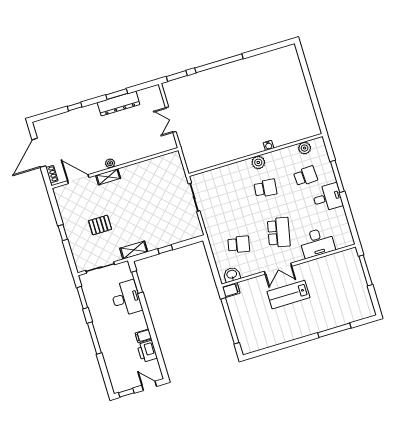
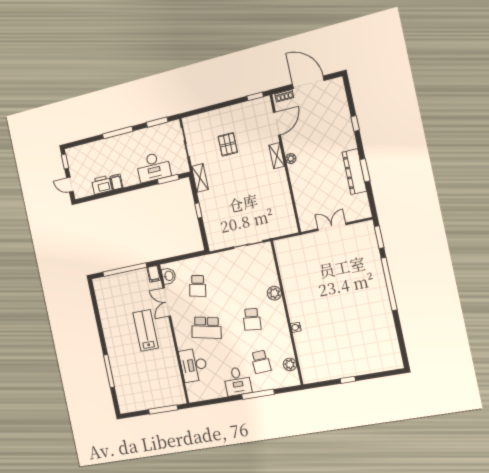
window: (312, 93) -> (348, 380), added
plant: (258, 162) -> (274, 293), moved
window: (63, 233) -> (255, 96), moved
double door: (278, 269) -> (167, 302), moved
door: (149, 386) -> (70, 185), swing flipped

